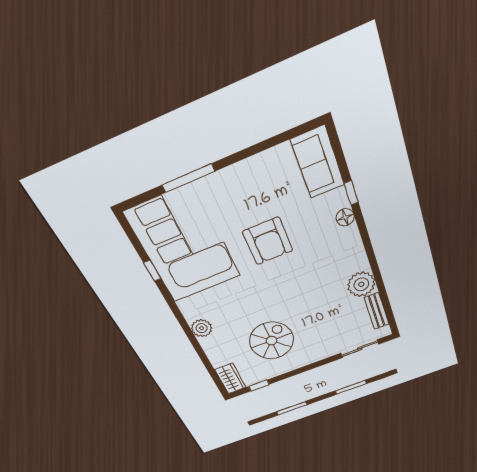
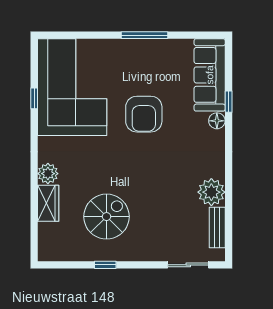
sofa: (318, 162) -> (210, 75), width x1.36
window: (188, 178) -> (145, 35), moved
wardrobe: (230, 379) -> (48, 203), moved
window: (259, 385) -> (105, 265), moved

